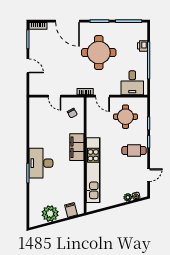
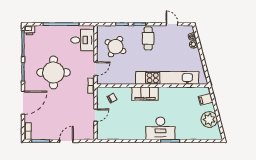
printer: (143, 46) -> (29, 30), moved
round table: (125, 117) -> (115, 47), turned 30

